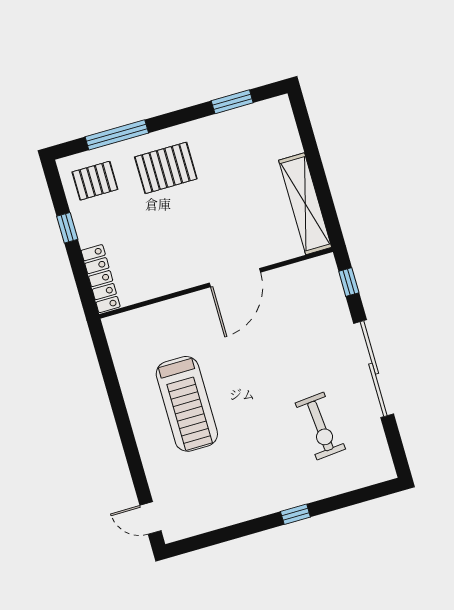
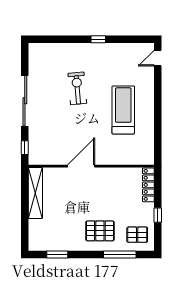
exercise bike: (320, 426) -> (77, 88), moved
window: (295, 514) -> (98, 39), moved
door: (150, 518) -> (158, 58), swing flipped

